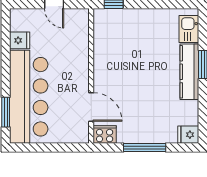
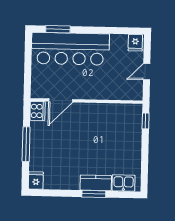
fridge: (20, 40) -> (135, 43), moved
kitchen counter: (189, 72) -> (96, 183), width x0.67

